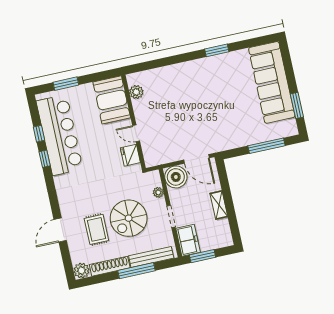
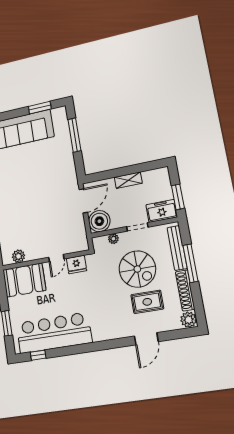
window: (39, 134) -> (38, 355), moved
window: (45, 159) -> (76, 350), removed
door: (60, 230) -> (146, 339), hinge flipped

